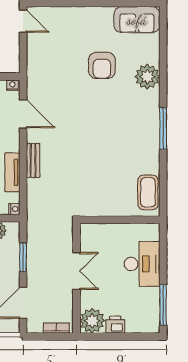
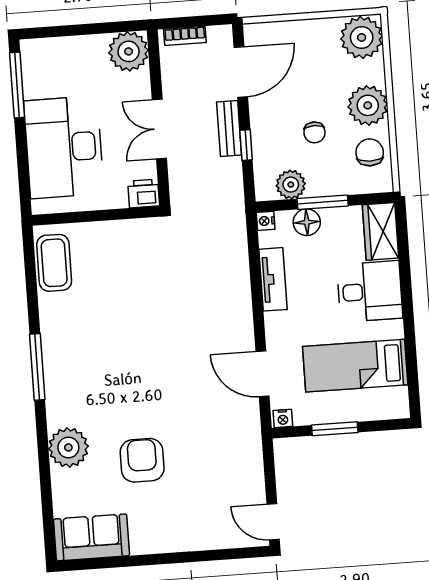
bench: (33, 160) -> (229, 128), moved
window: (23, 257) -> (246, 145), width x0.67
desk: (142, 264) -> (64, 147), width x1.36, depth x1.30
printer: (115, 325) -> (144, 193), moved, turned 180

